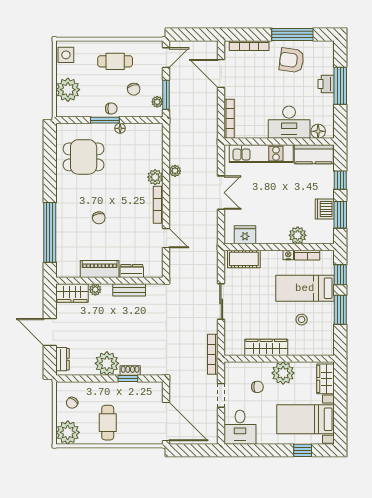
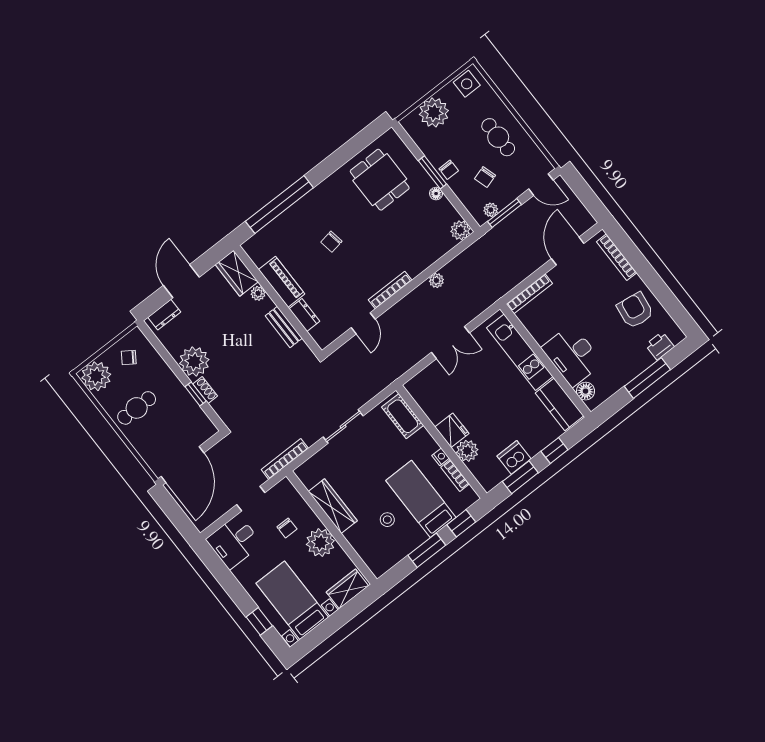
window: (292, 34) -> (661, 291), removed
printer: (326, 84) -> (660, 346), moved
plant: (155, 177) -> (460, 230), moved
fridge: (245, 235) -> (452, 430), moved

